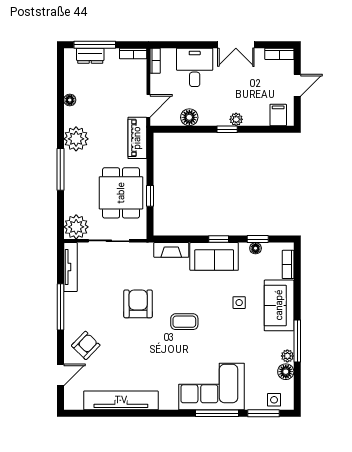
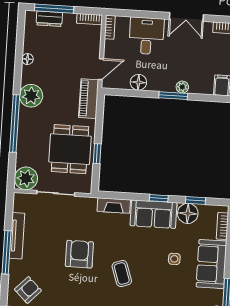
window: (227, 129) -> (173, 96), width x1.50
window: (60, 169) -> (15, 123), width x1.46
floor lamp: (256, 248) -> (188, 213), width x1.89, depth x1.89
tv unit: (70, 267) -> (17, 236), moved
coffee table: (184, 322) -> (122, 274), turned 71

